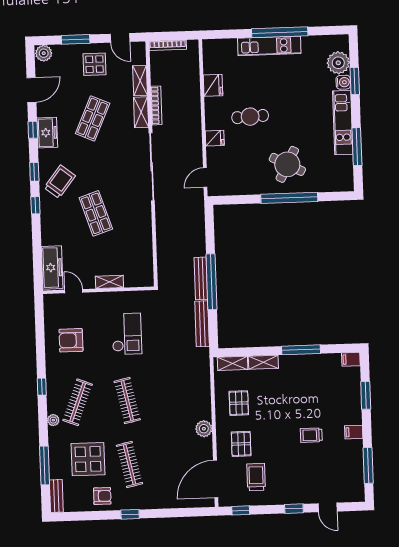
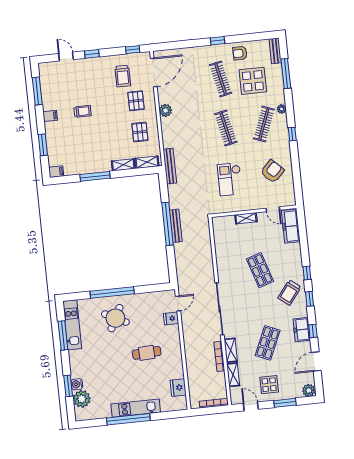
fridge: (213, 85) -> (178, 388), moved
kitchen unit: (343, 123) -> (72, 325), moved
fridge: (215, 138) -> (171, 318), moved
bench: (202, 324) -> (170, 166), moved
armchair: (71, 340) -> (272, 171), turned -46

